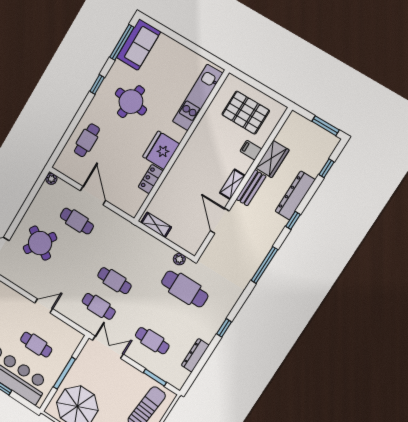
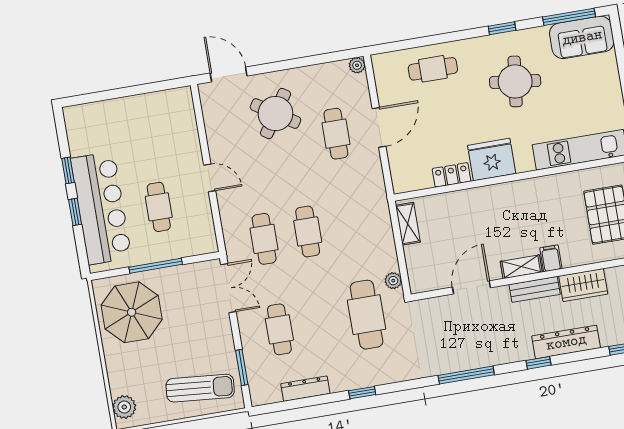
filing cabinet: (251, 150) -> (551, 258), moved

